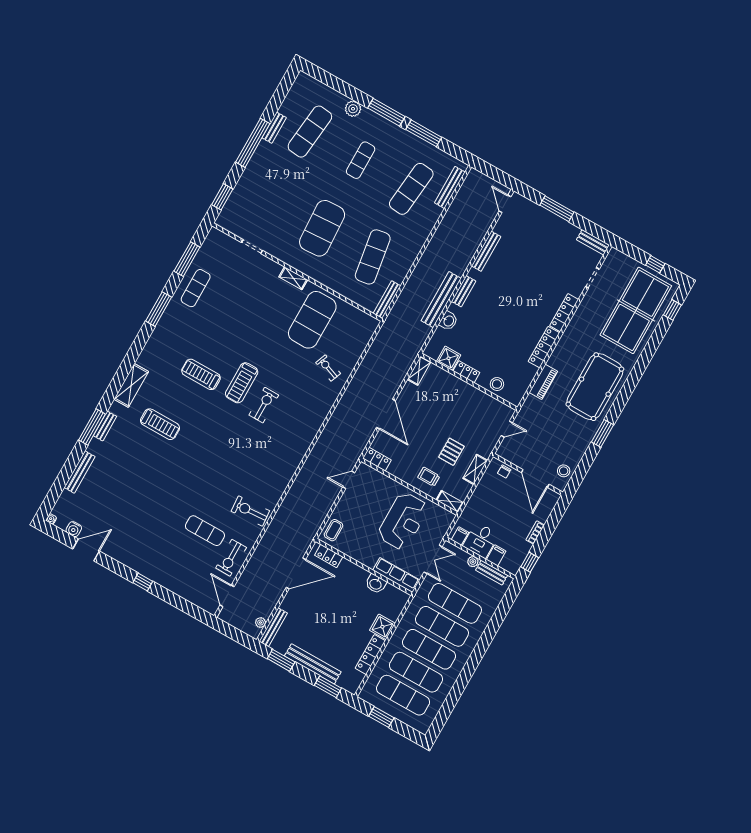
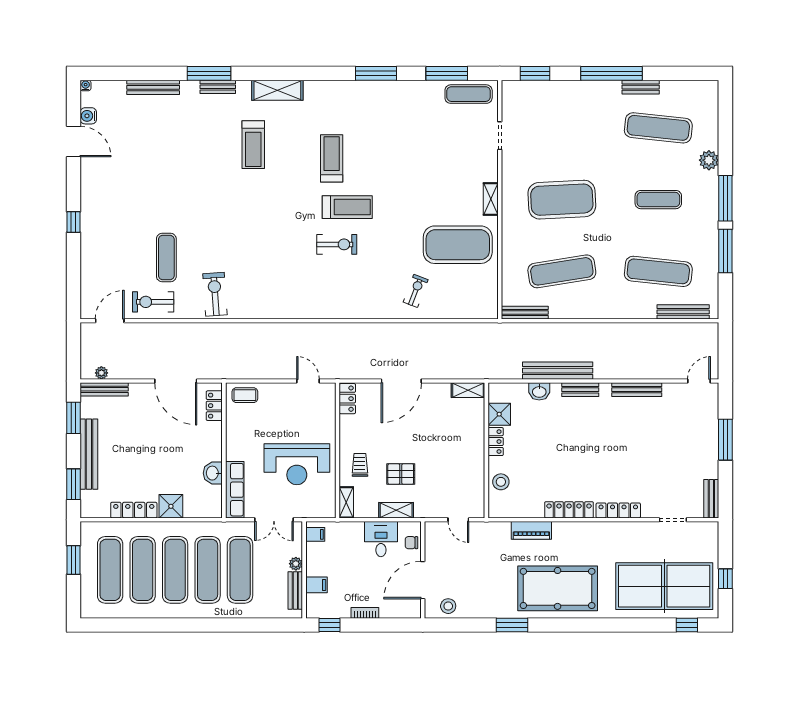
exercise mat: (196, 288) -> (469, 94), moved
treadmill: (242, 383) -> (347, 207), turned 180
desk: (481, 540) -> (381, 539), moved, turned 90

